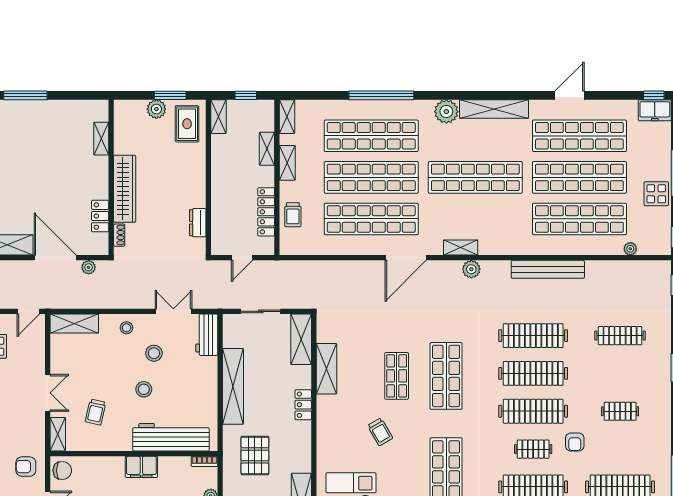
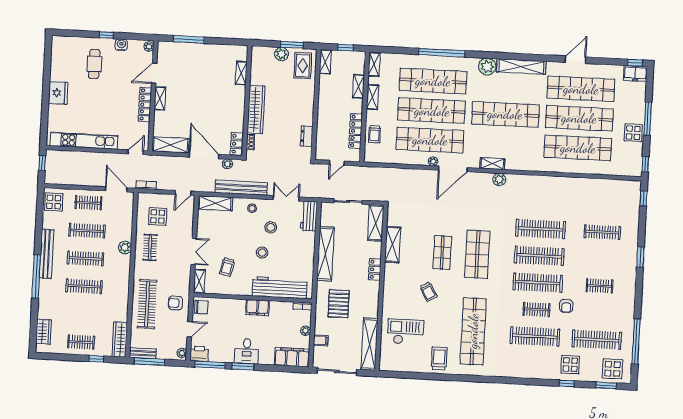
locker: (100, 216) -> (237, 144), moved
plant: (630, 249) -> (433, 161), moved
bench: (548, 269) -> (241, 188), moved

